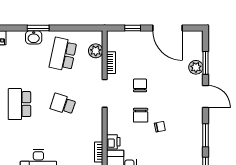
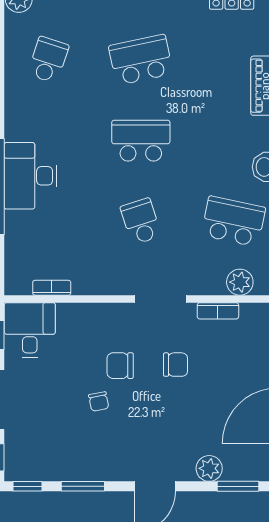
window: (205, 63) -> (238, 486), moved
school desk: (63, 104) -> (141, 221), turned -36
printer: (113, 142) -> (71, 315), removed

